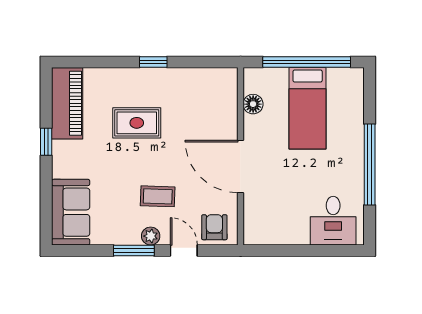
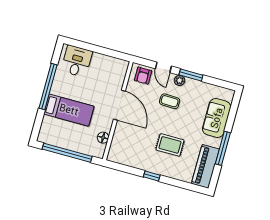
bed: (308, 108) -> (69, 110), moved, turned 90
window: (46, 142) -> (223, 148), width x2.17
sofa: (71, 212) -> (217, 118), moved

